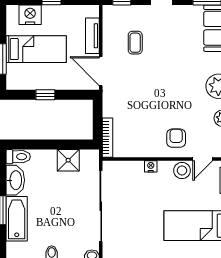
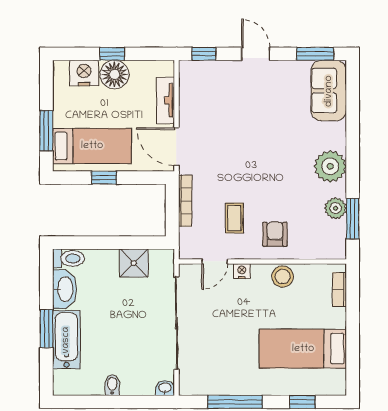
floor lamp: (53, 16) -> (115, 75), added
coffee table: (135, 43) -> (234, 218), moved
bed: (36, 49) -> (92, 146), moved
bookcase: (107, 138) -> (185, 201), moved
door: (203, 159) -> (215, 261), moved

